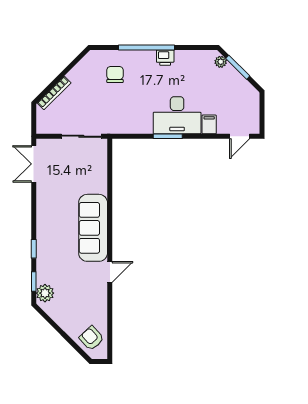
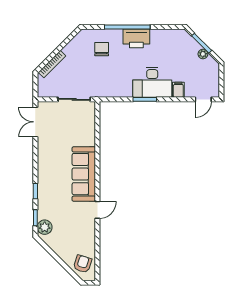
printer: (165, 58) -> (136, 38), width x1.87, depth x1.48
plant: (221, 62) -> (203, 54), moved
armchair: (92, 338) -> (83, 264), turned 61

